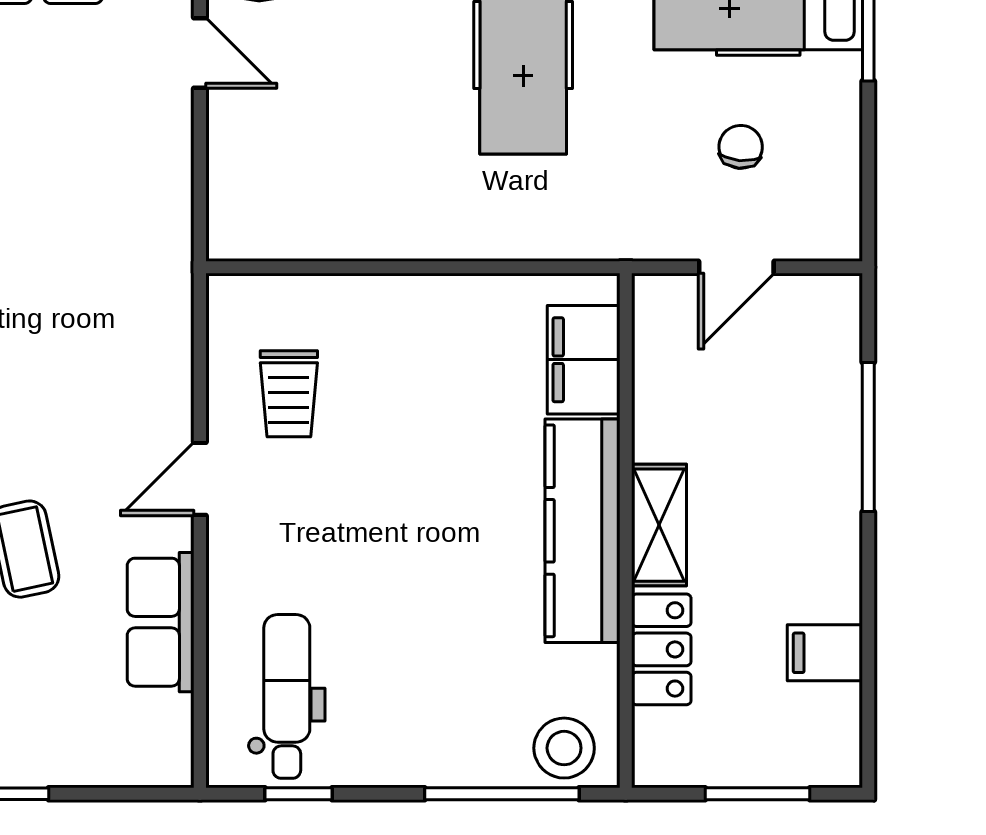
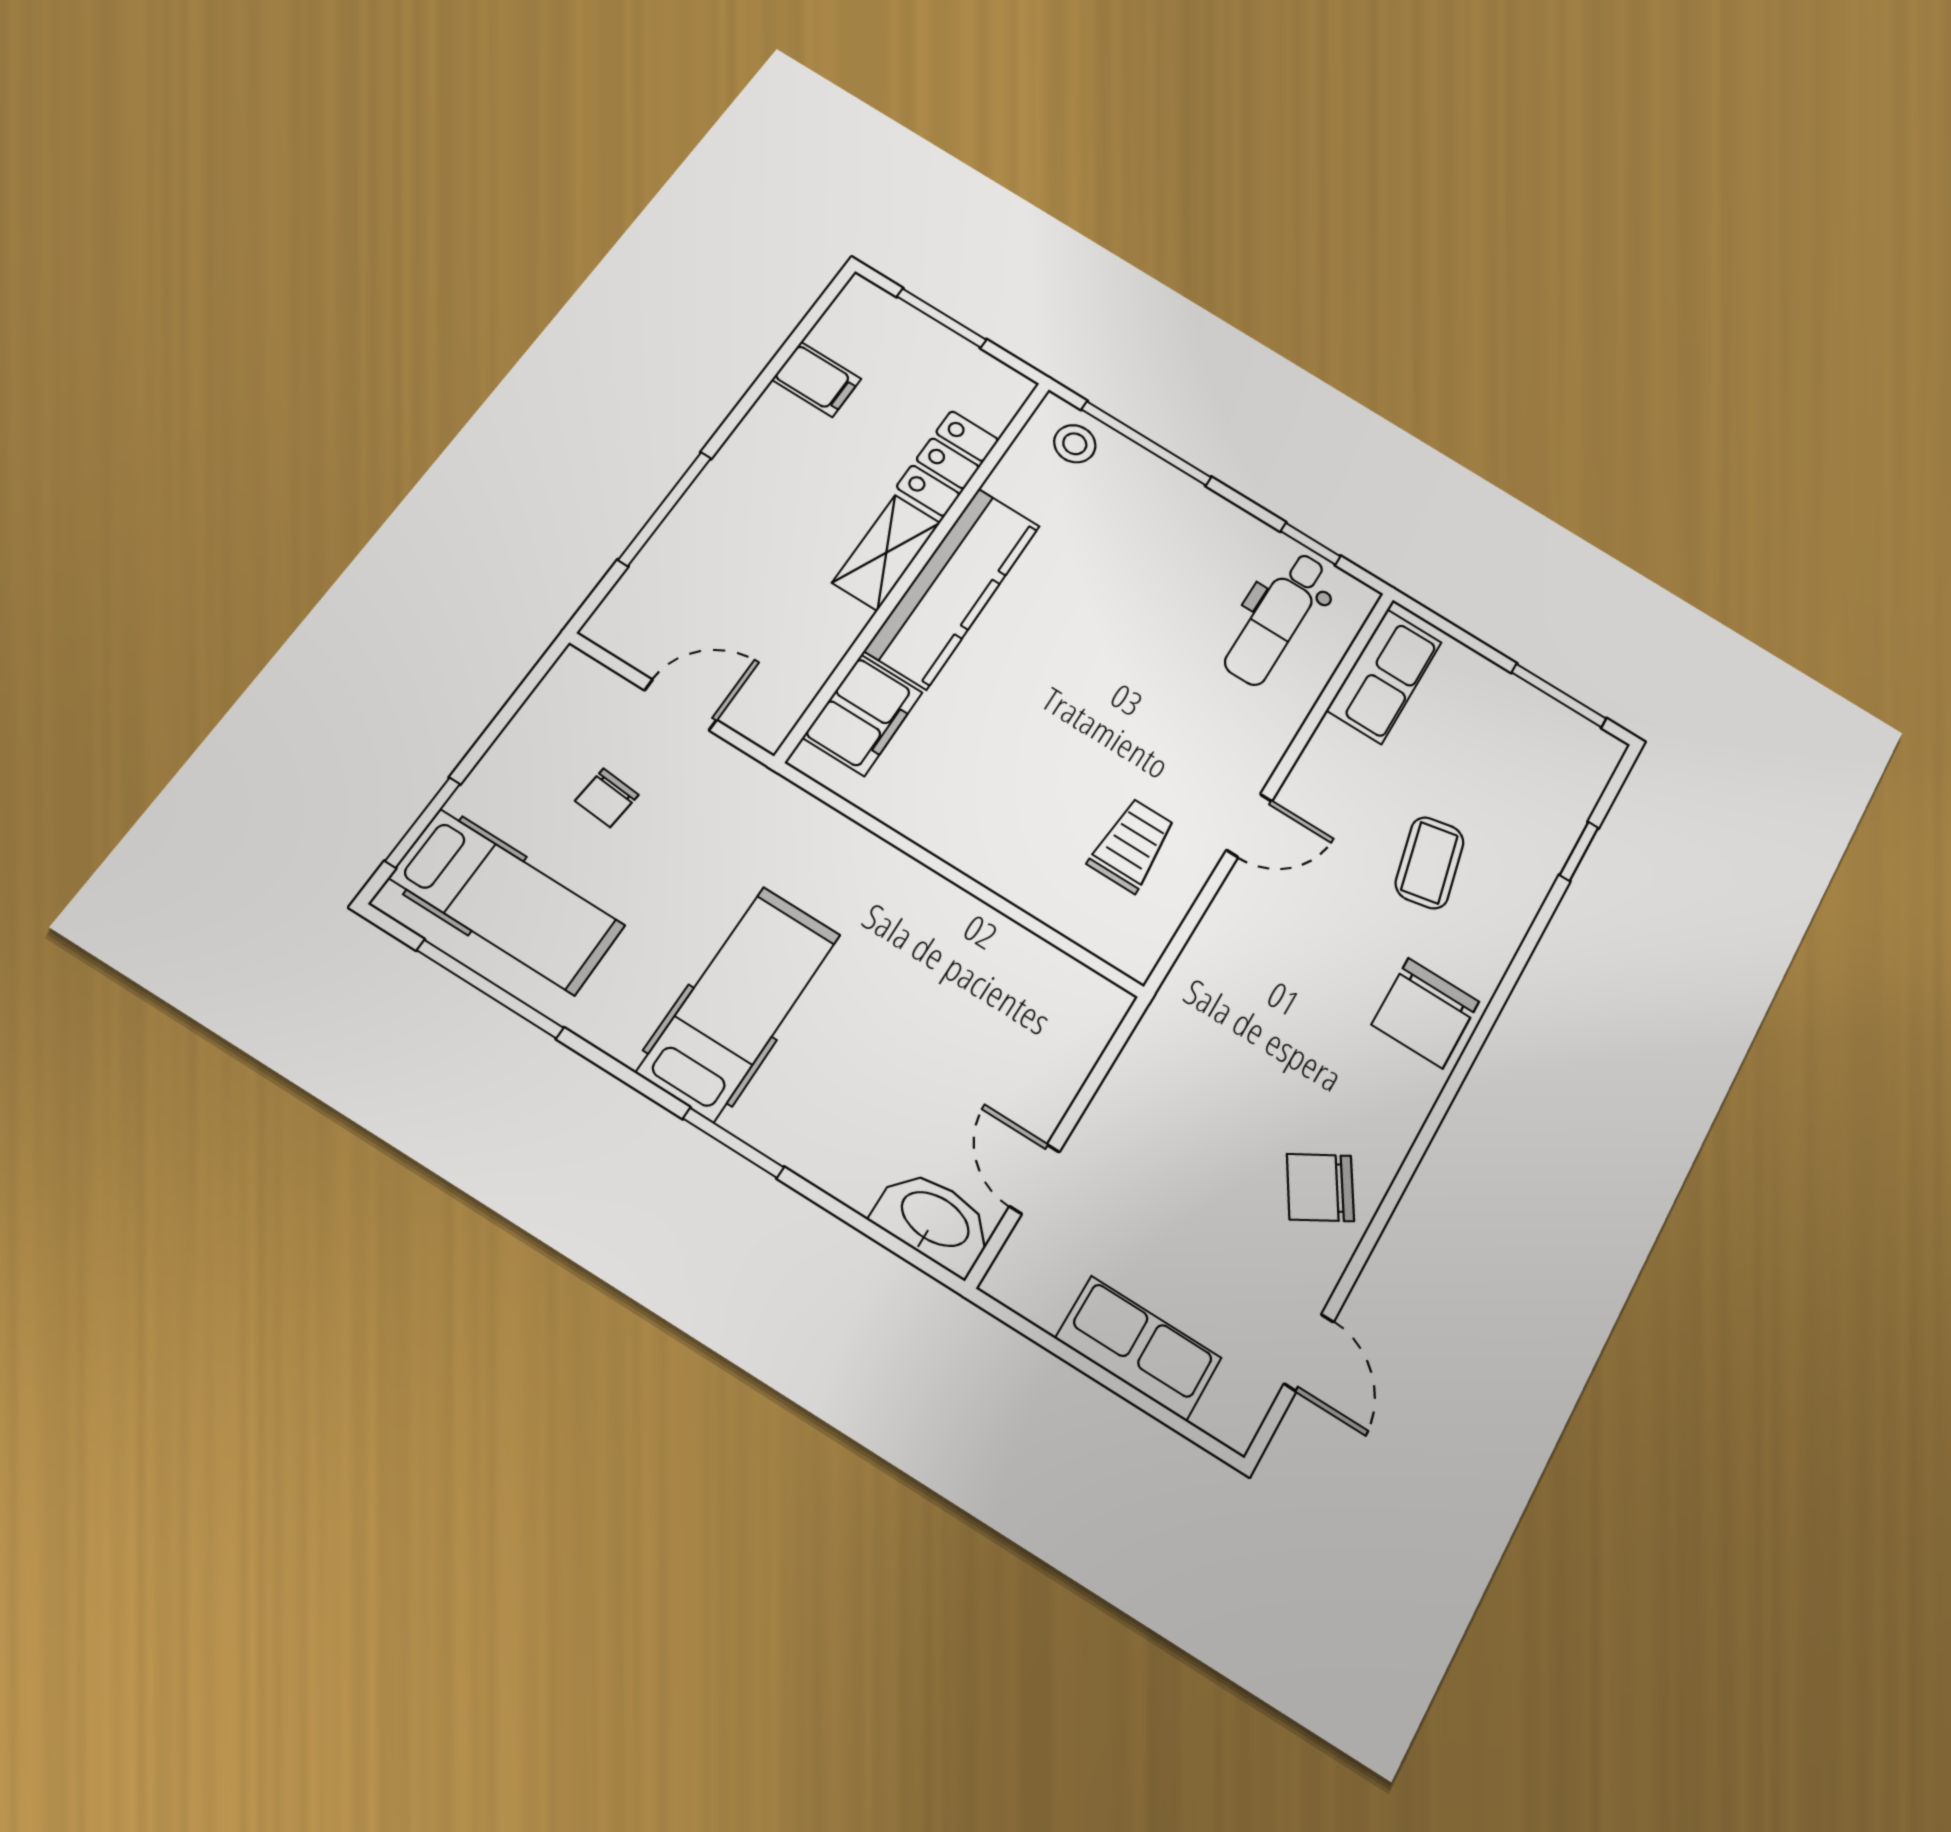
row of seats: (161, 622) -> (1384, 676), moved
stool: (564, 748) -> (1075, 444), width x0.73, depth x0.73

